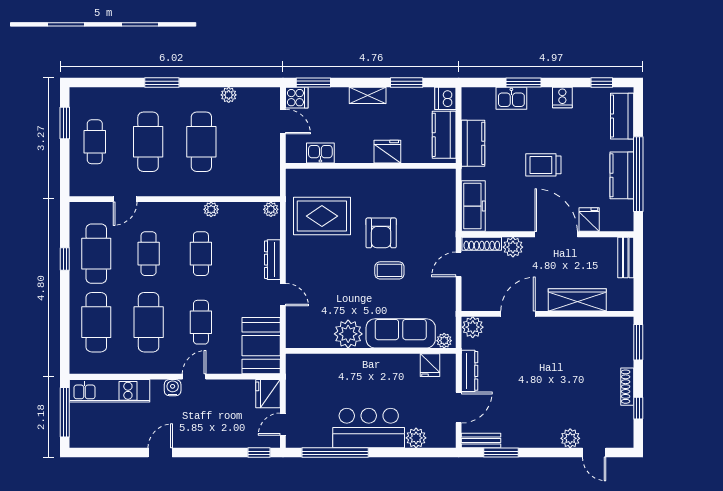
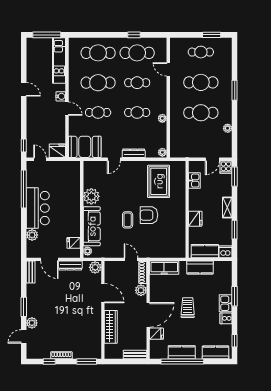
kitchen sink: (511, 98) -> (226, 303), moved
window: (501, 453) -> (24, 307), moved

